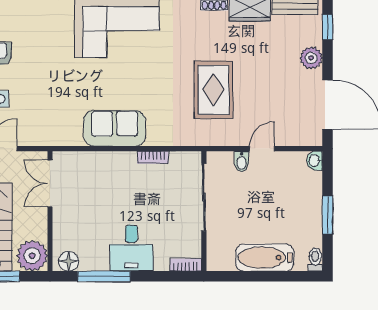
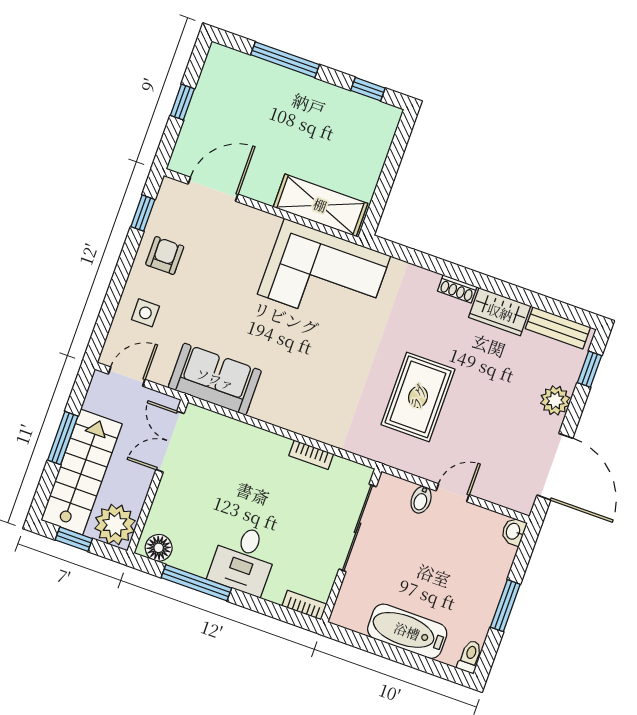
sofa: (115, 128) -> (215, 379), moved

